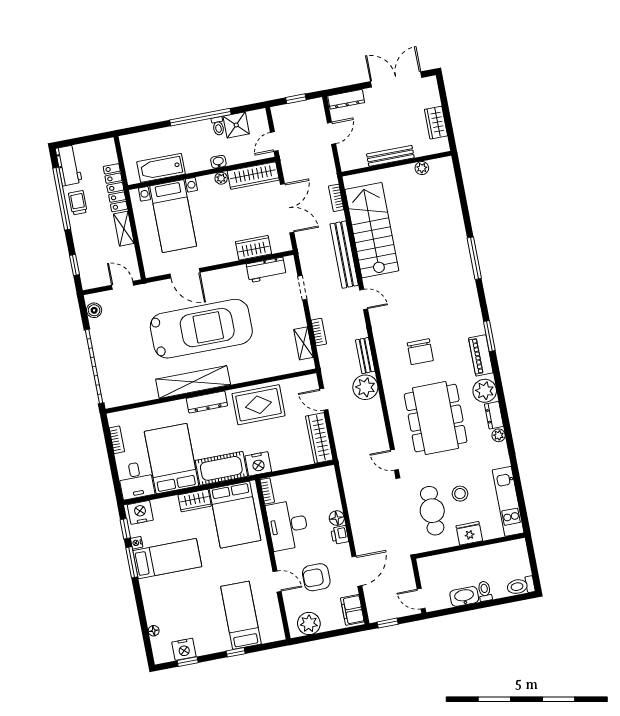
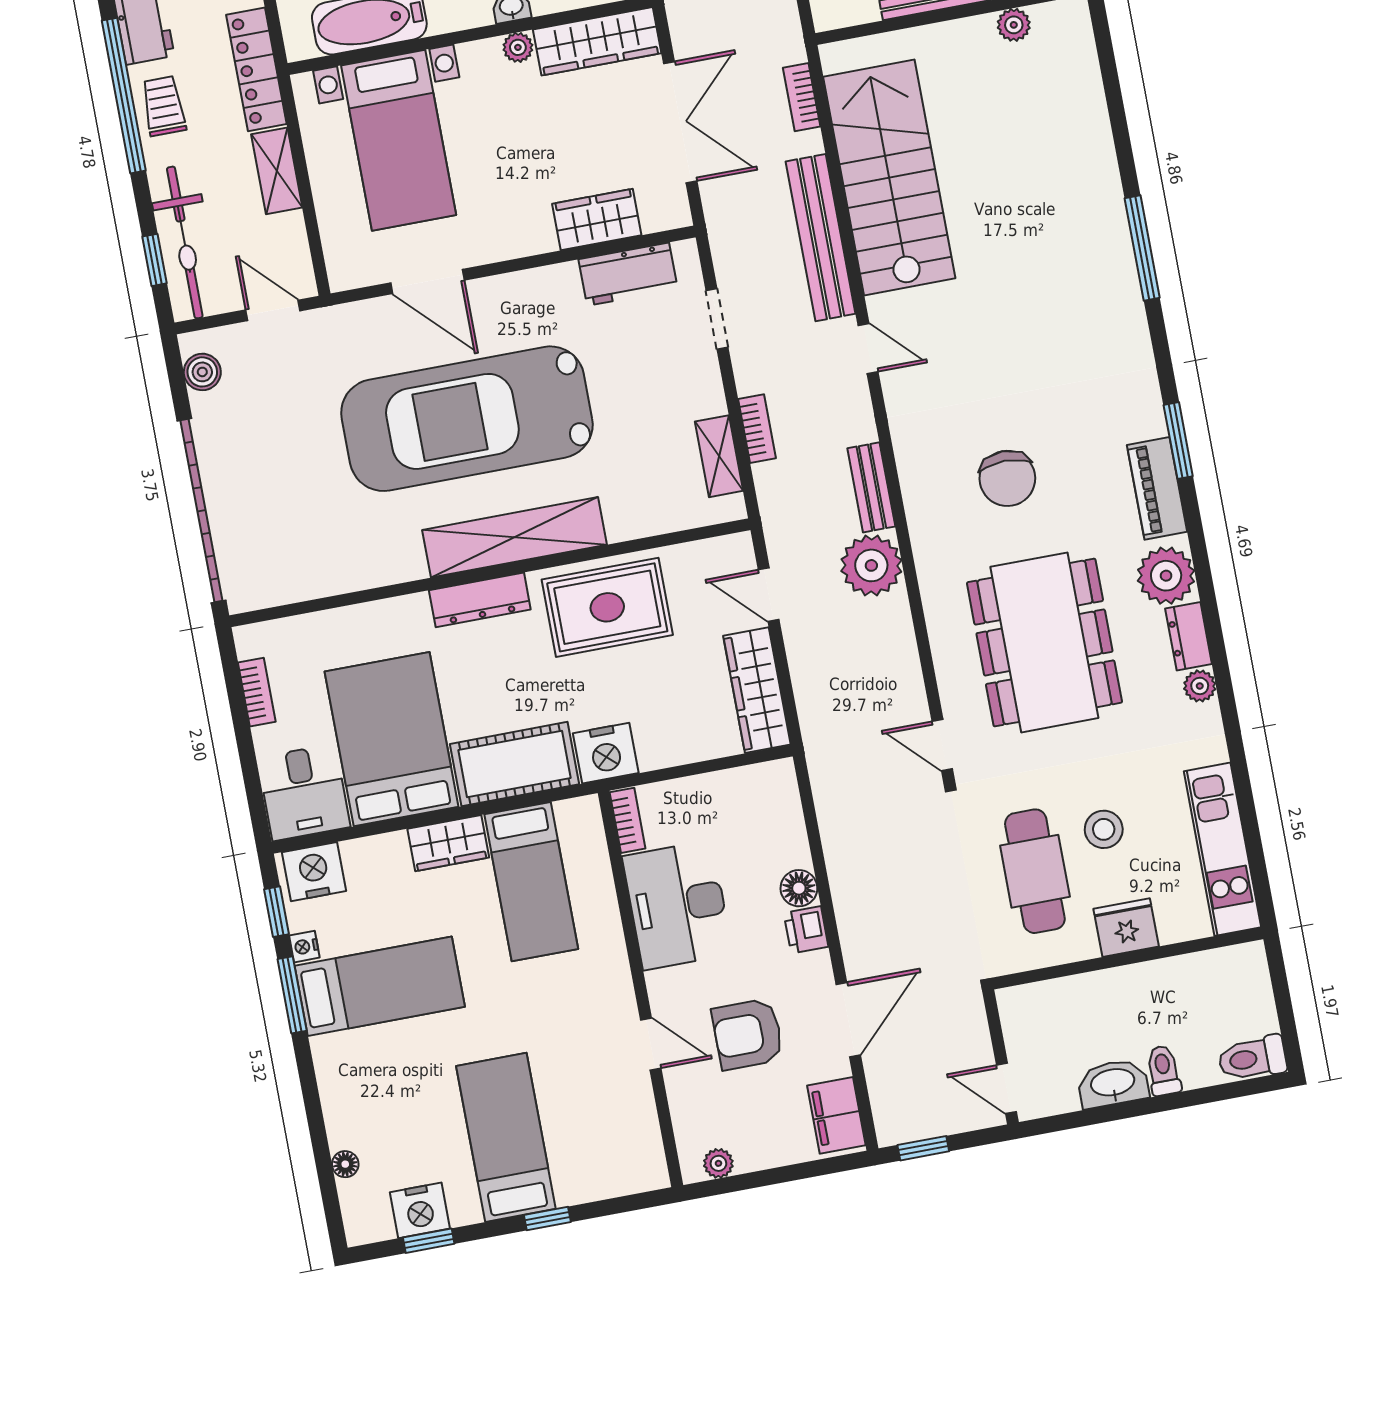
bicycle: (87, 258) -> (185, 242), added
car: (201, 329) -> (467, 419), turned 180
shelving: (193, 382) -> (515, 537), moved
bed: (235, 515) -> (531, 882), width x0.67
bed: (241, 615) -> (506, 1137), moved
plant: (309, 623) -> (718, 1163), width x0.53, depth x0.53

